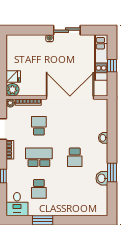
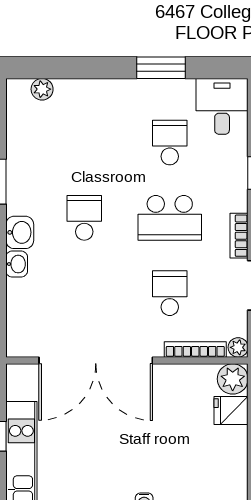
school desk: (39, 126) -> (170, 293), turned 180
washbasin: (102, 178) -> (20, 232), moved
plant: (92, 211) -> (42, 89), added

